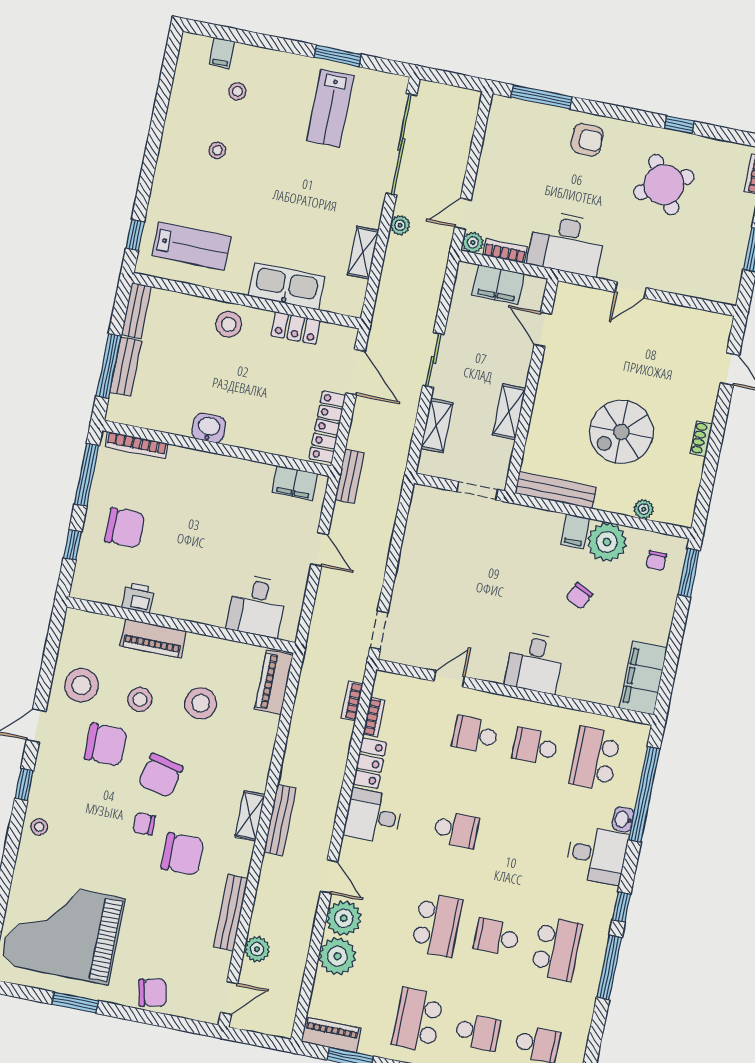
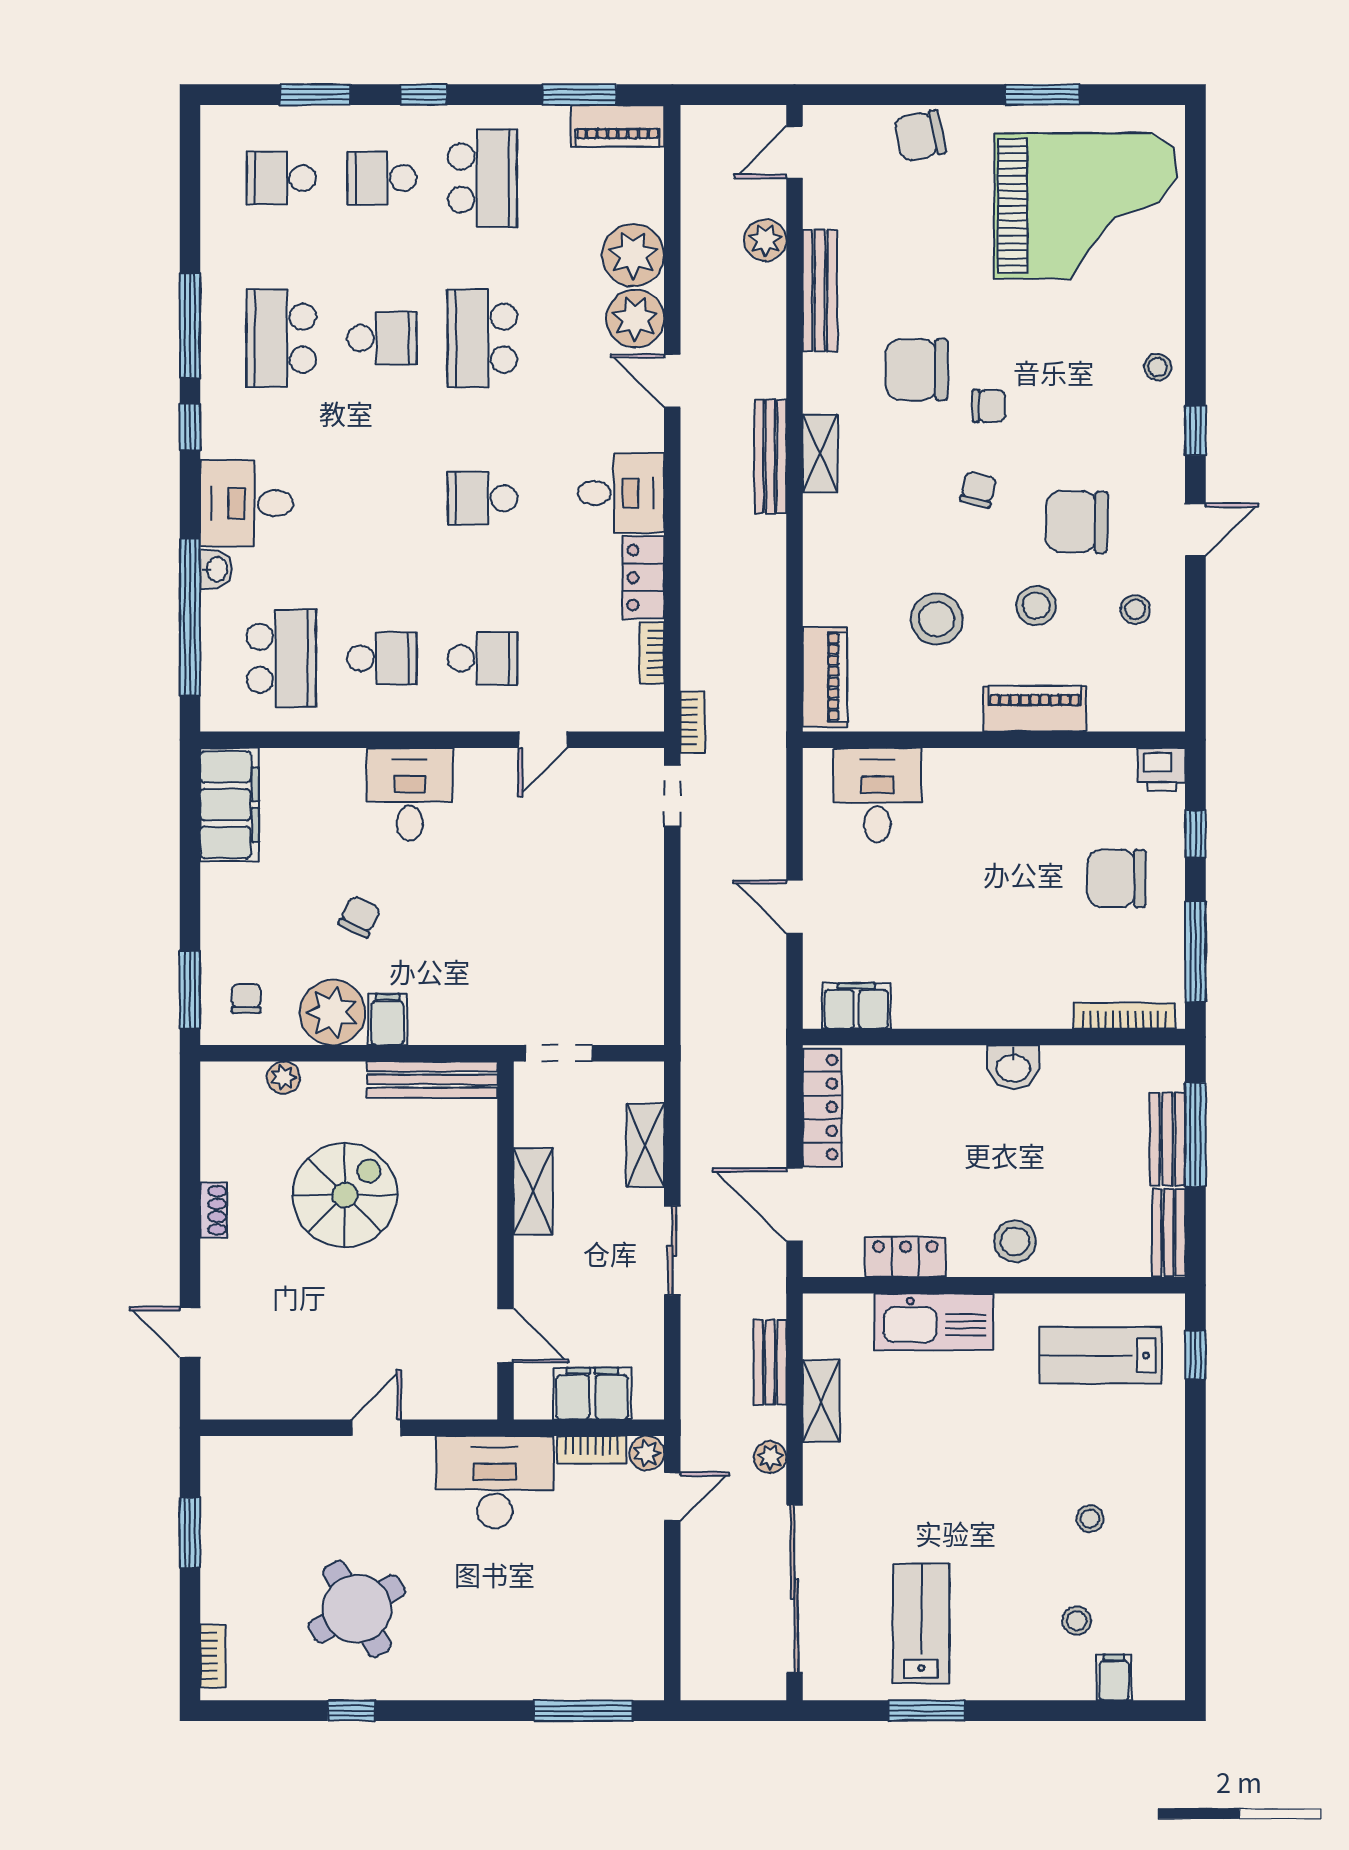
armchair: (587, 140) -> (496, 1657), removed
bench: (349, 476) -> (770, 1362), moved
printer: (138, 598) -> (1162, 769), moved
stool: (81, 685) -> (1135, 609), width x0.53, depth x0.53
bookcase: (352, 701) -> (693, 722), moved
chair: (161, 775) -> (978, 490), width x0.54, depth x0.54

